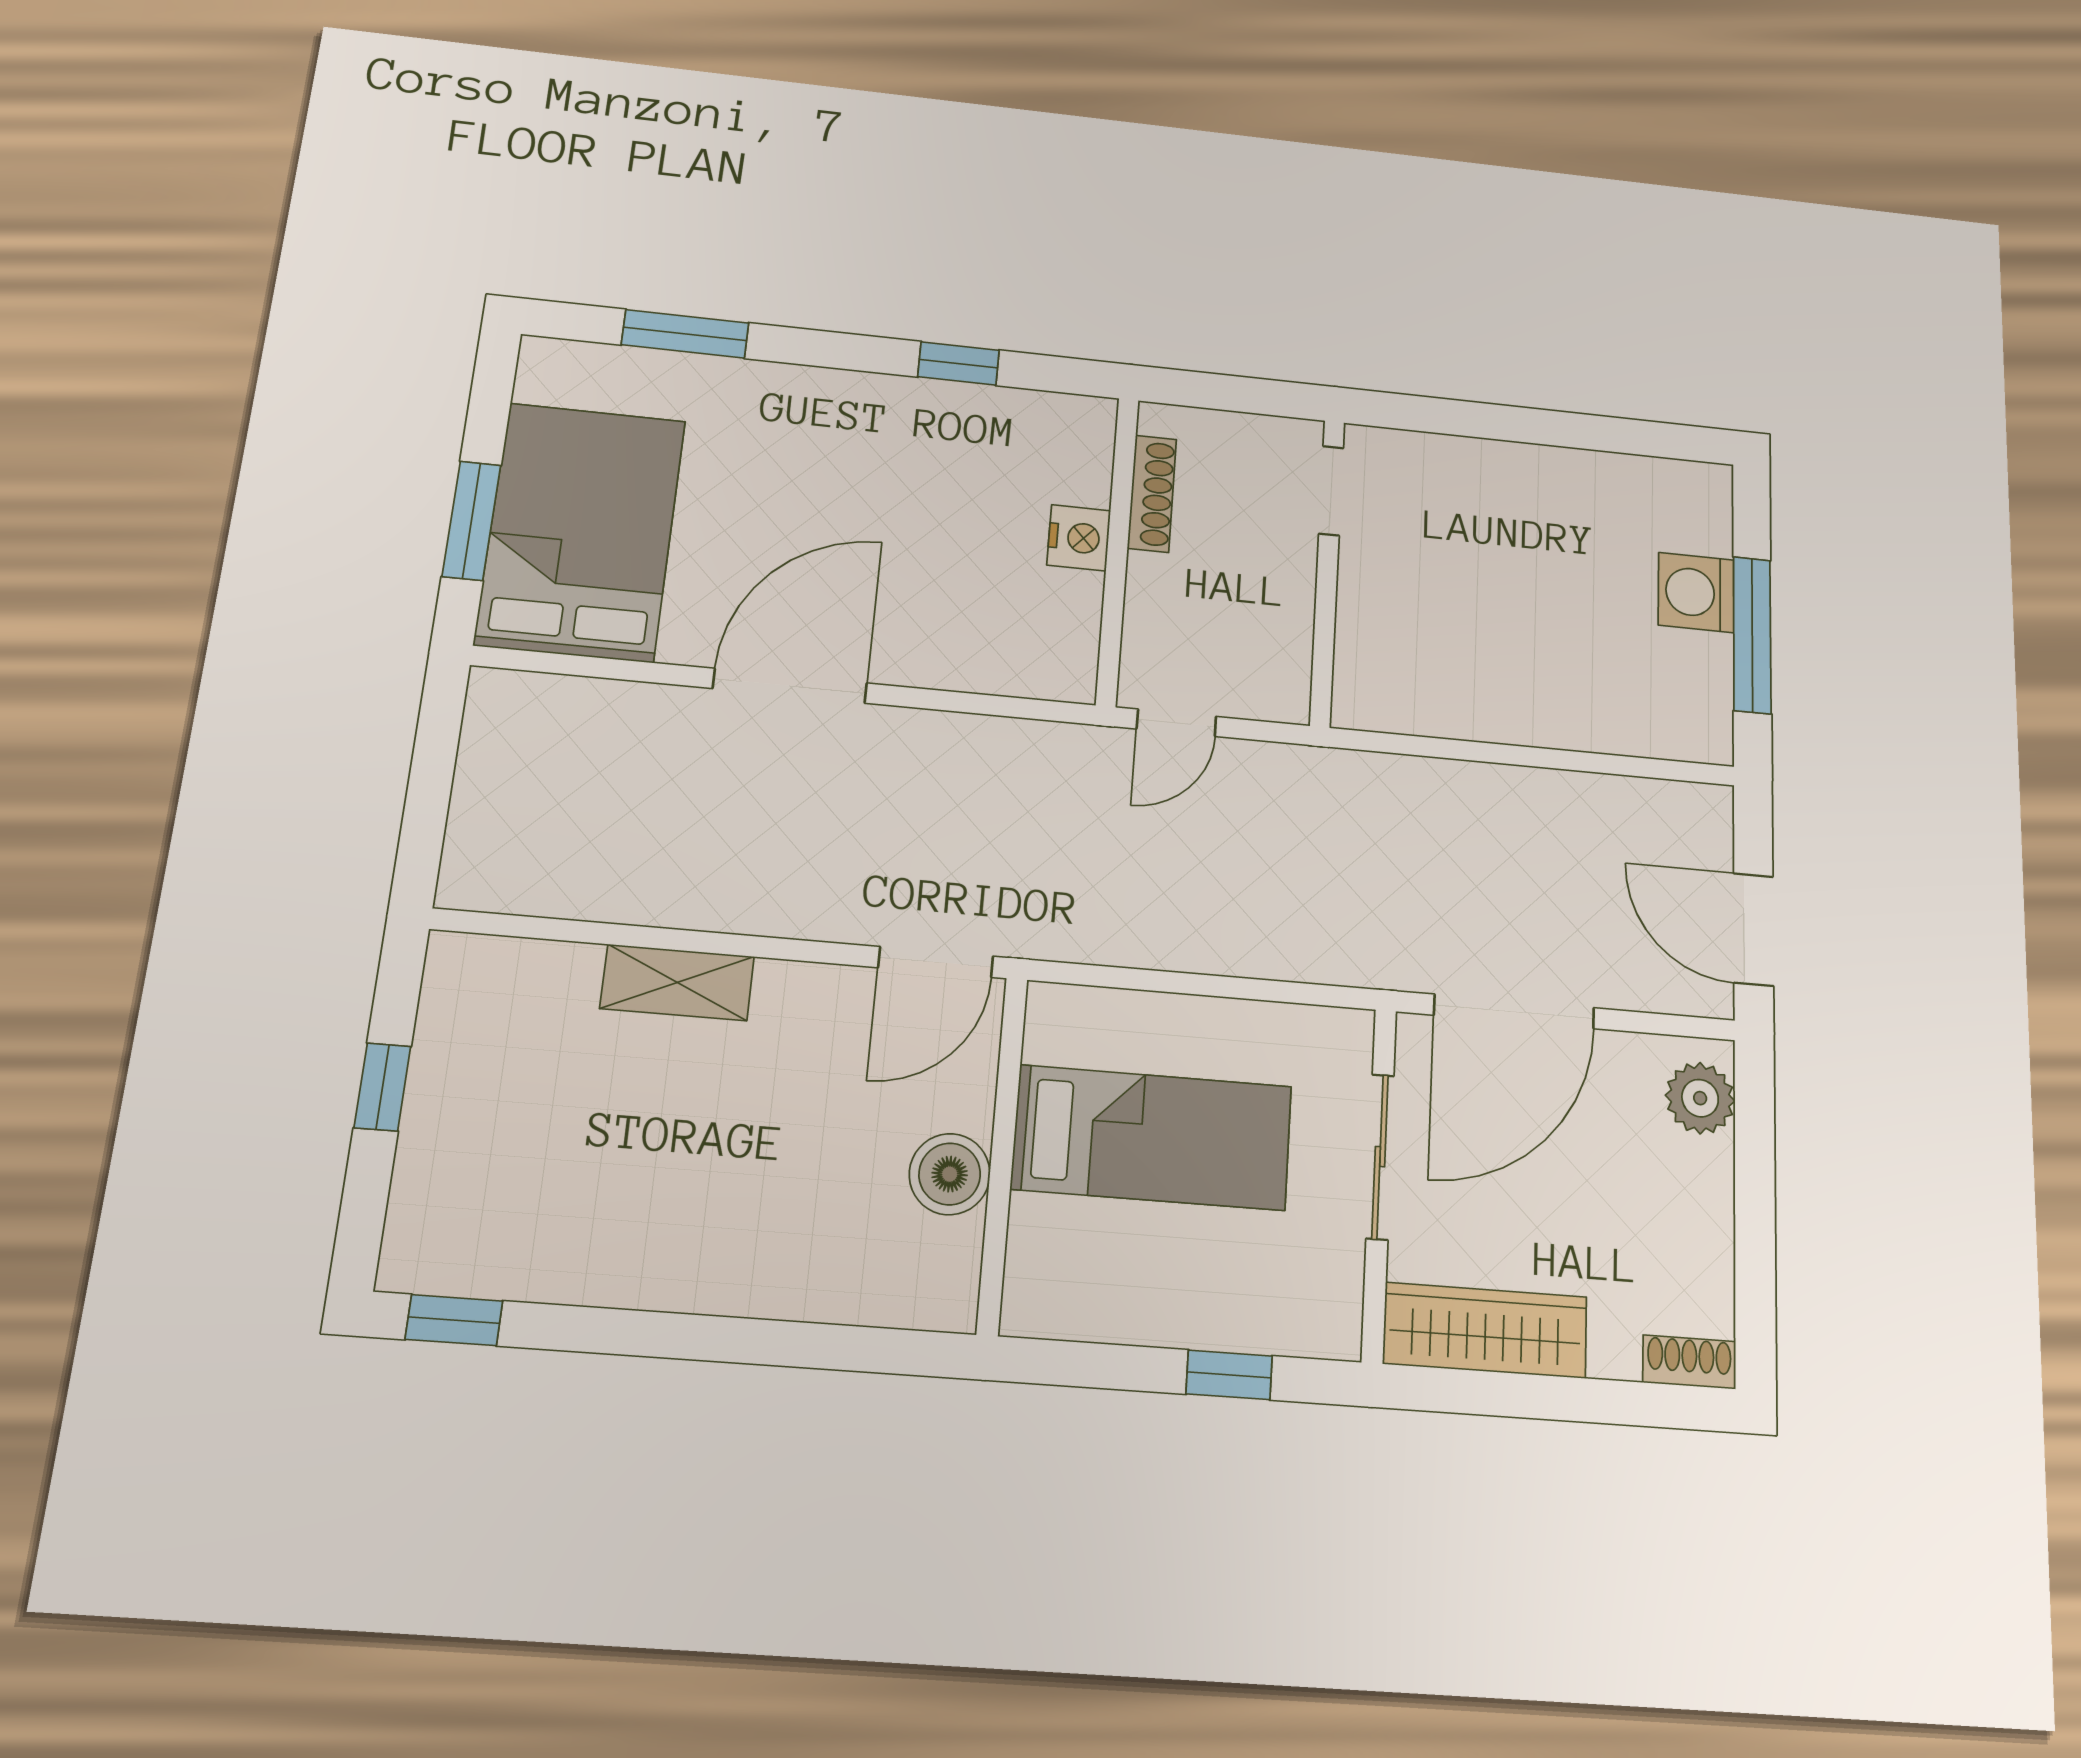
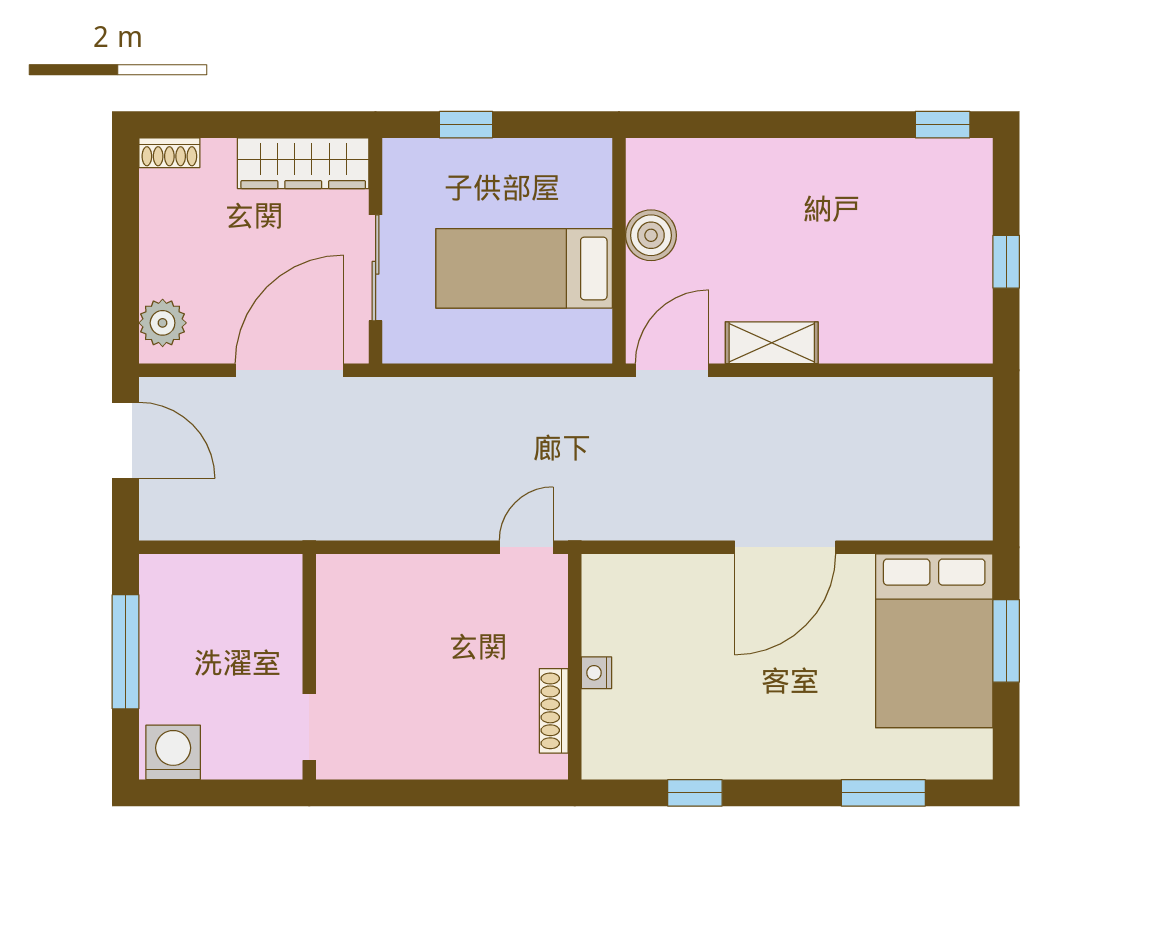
doorway: (1331, 491) -> (309, 727), moved
nightstand: (1079, 538) -> (596, 673), width x0.72, depth x0.74
wall: (1327, 571) -> (309, 667), moved
washing machine: (1696, 592) -> (173, 752), moved, turned -90
shelving: (677, 982) -> (772, 343), moved

